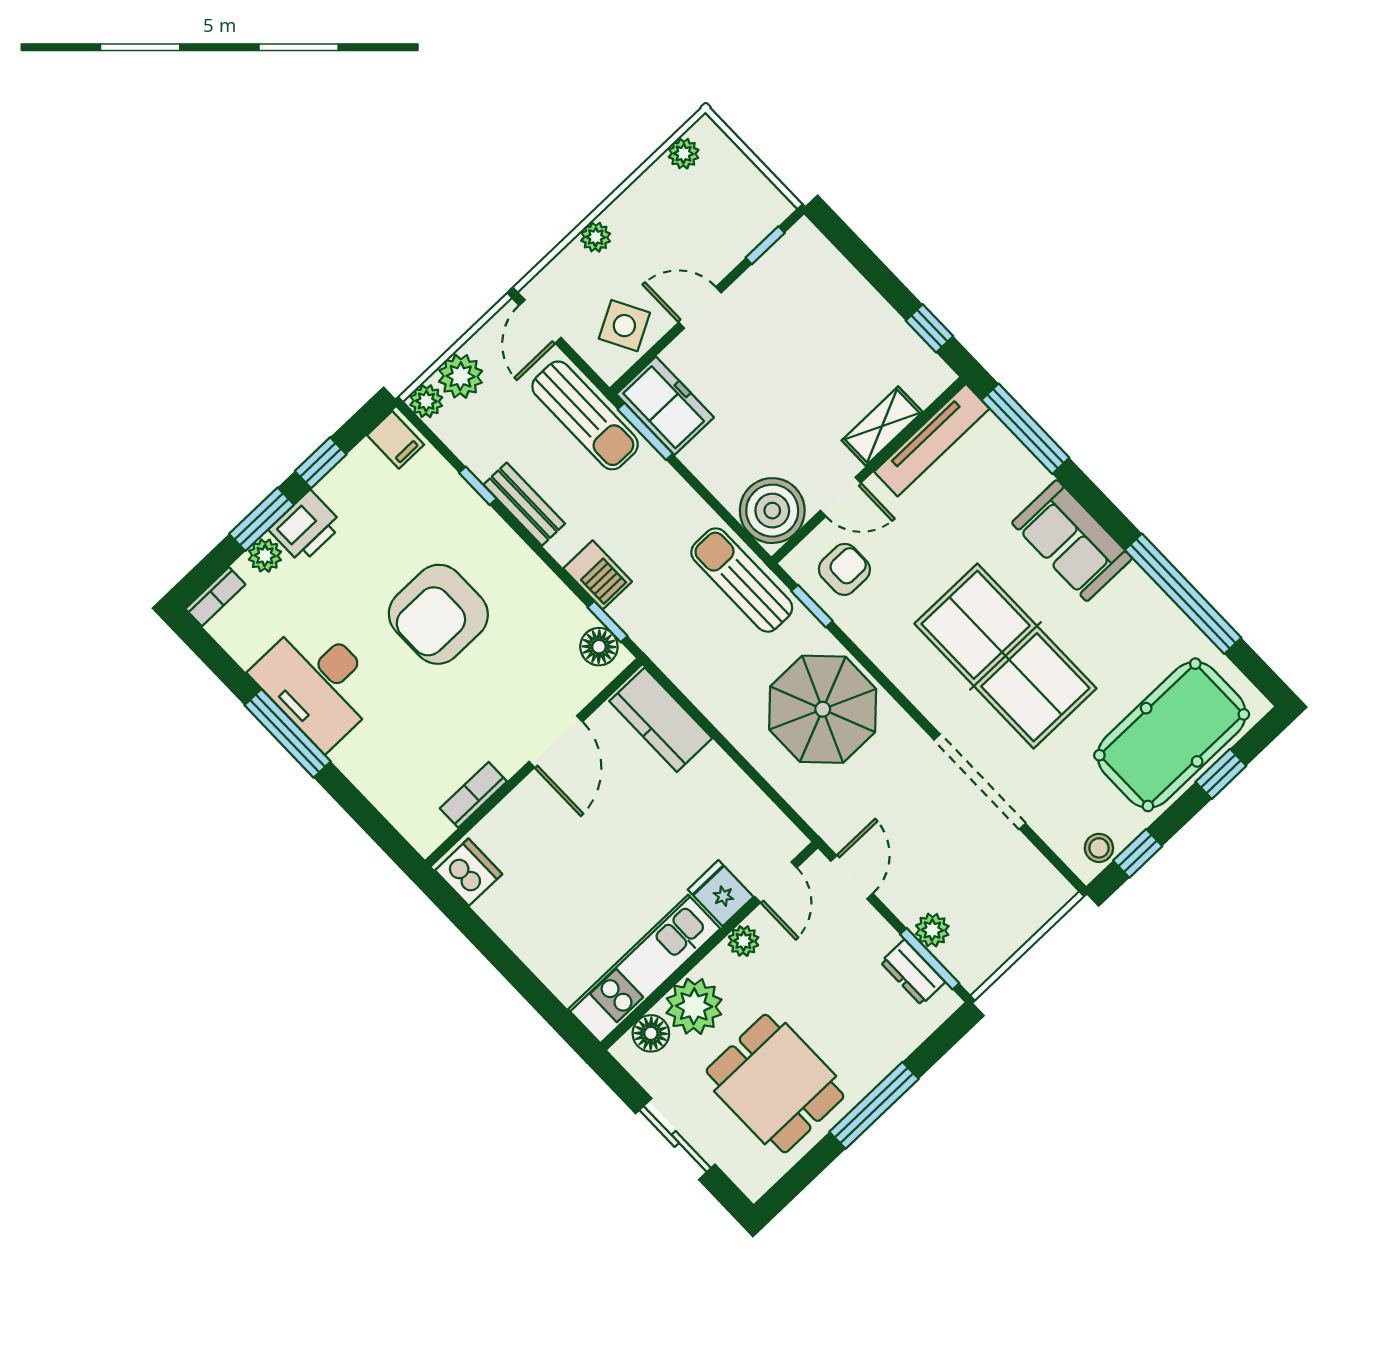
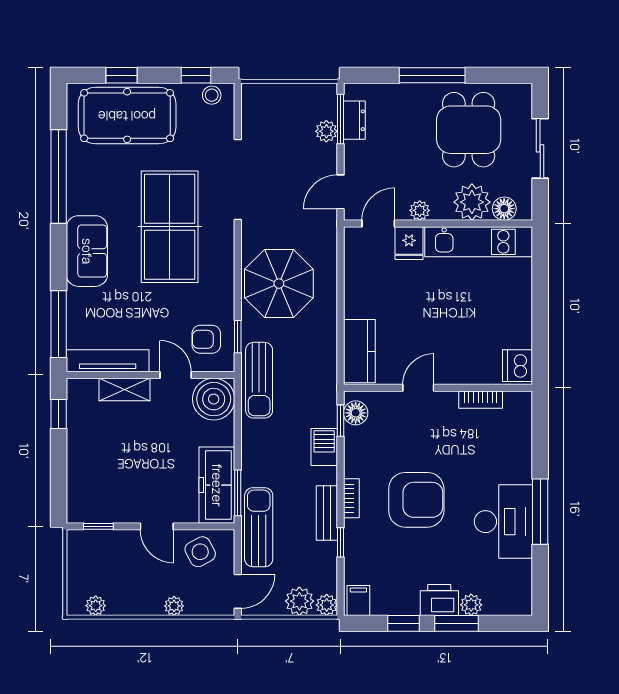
freezer: (665, 406) -> (217, 485), width x1.40
bookcase: (215, 597) -> (351, 498), moved, turned 90
door: (556, 742) -> (418, 388), width x0.73

